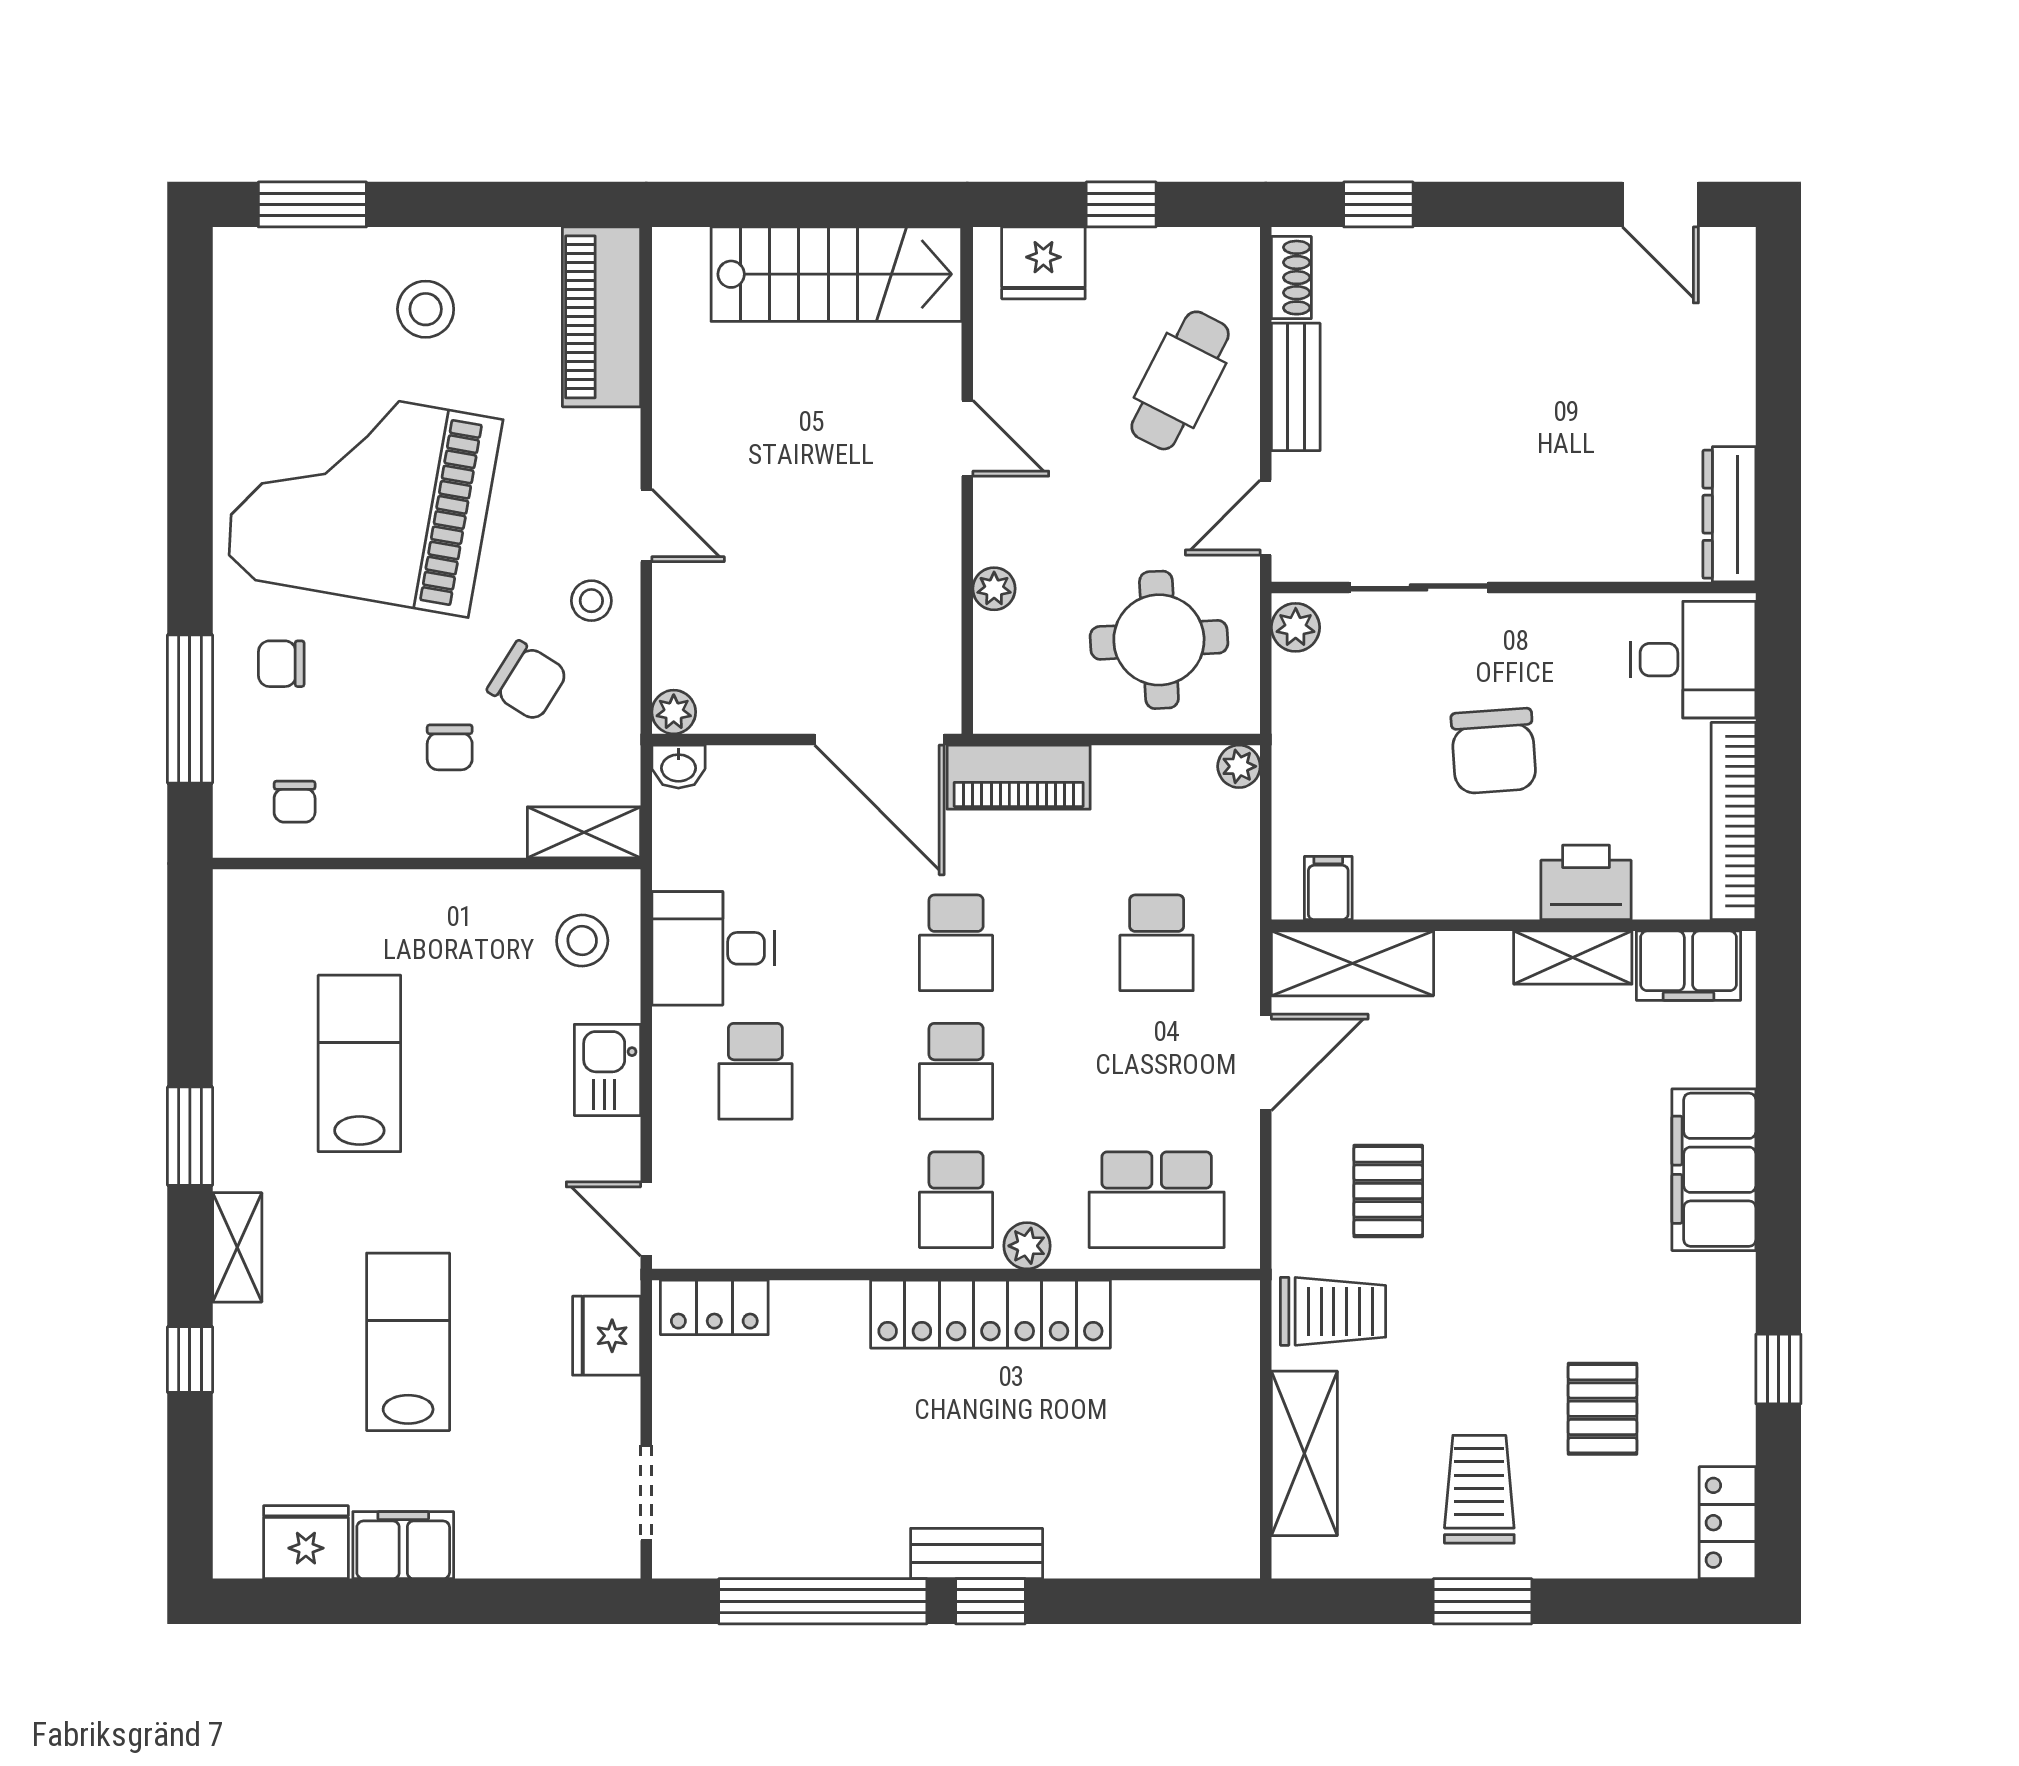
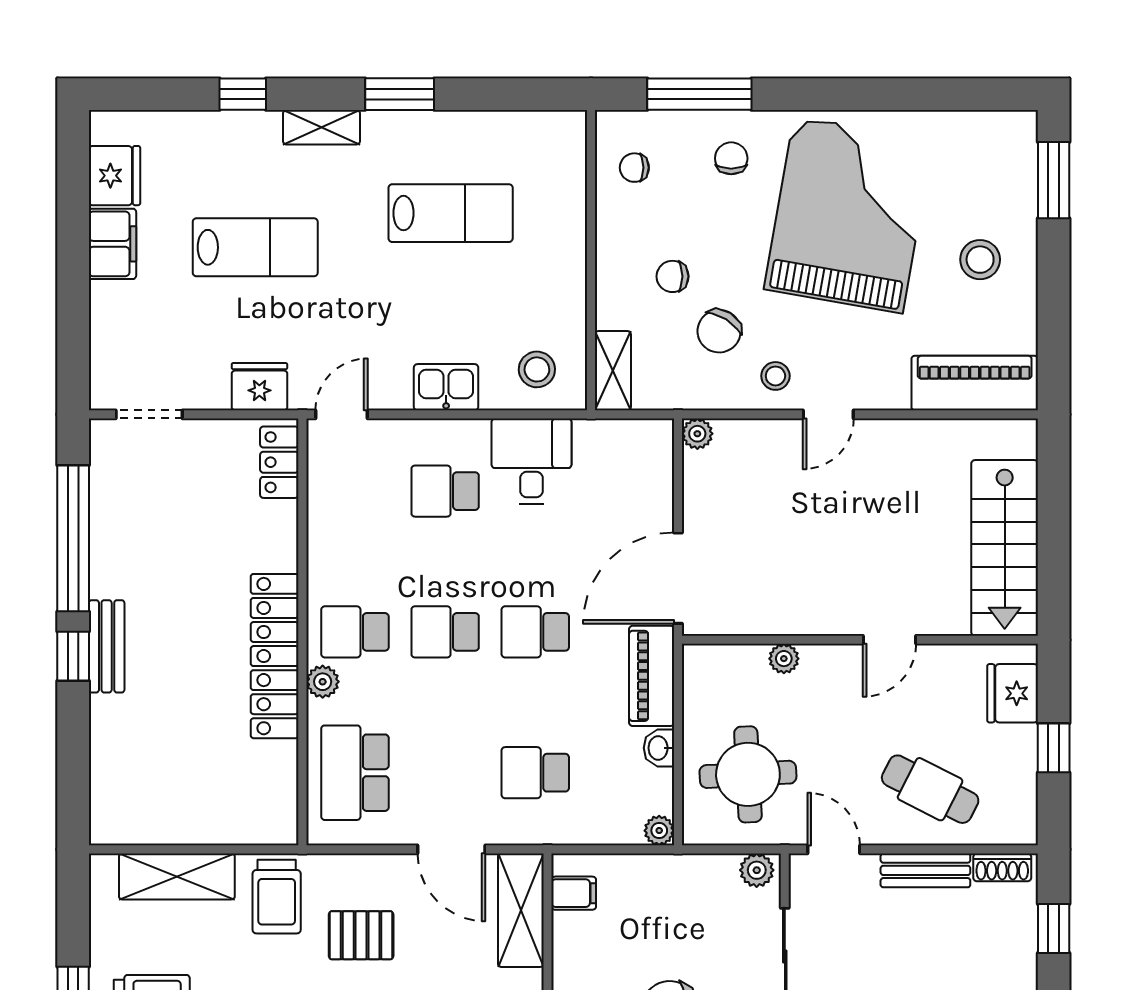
washbasin: (678, 767) -> (659, 748), moved

